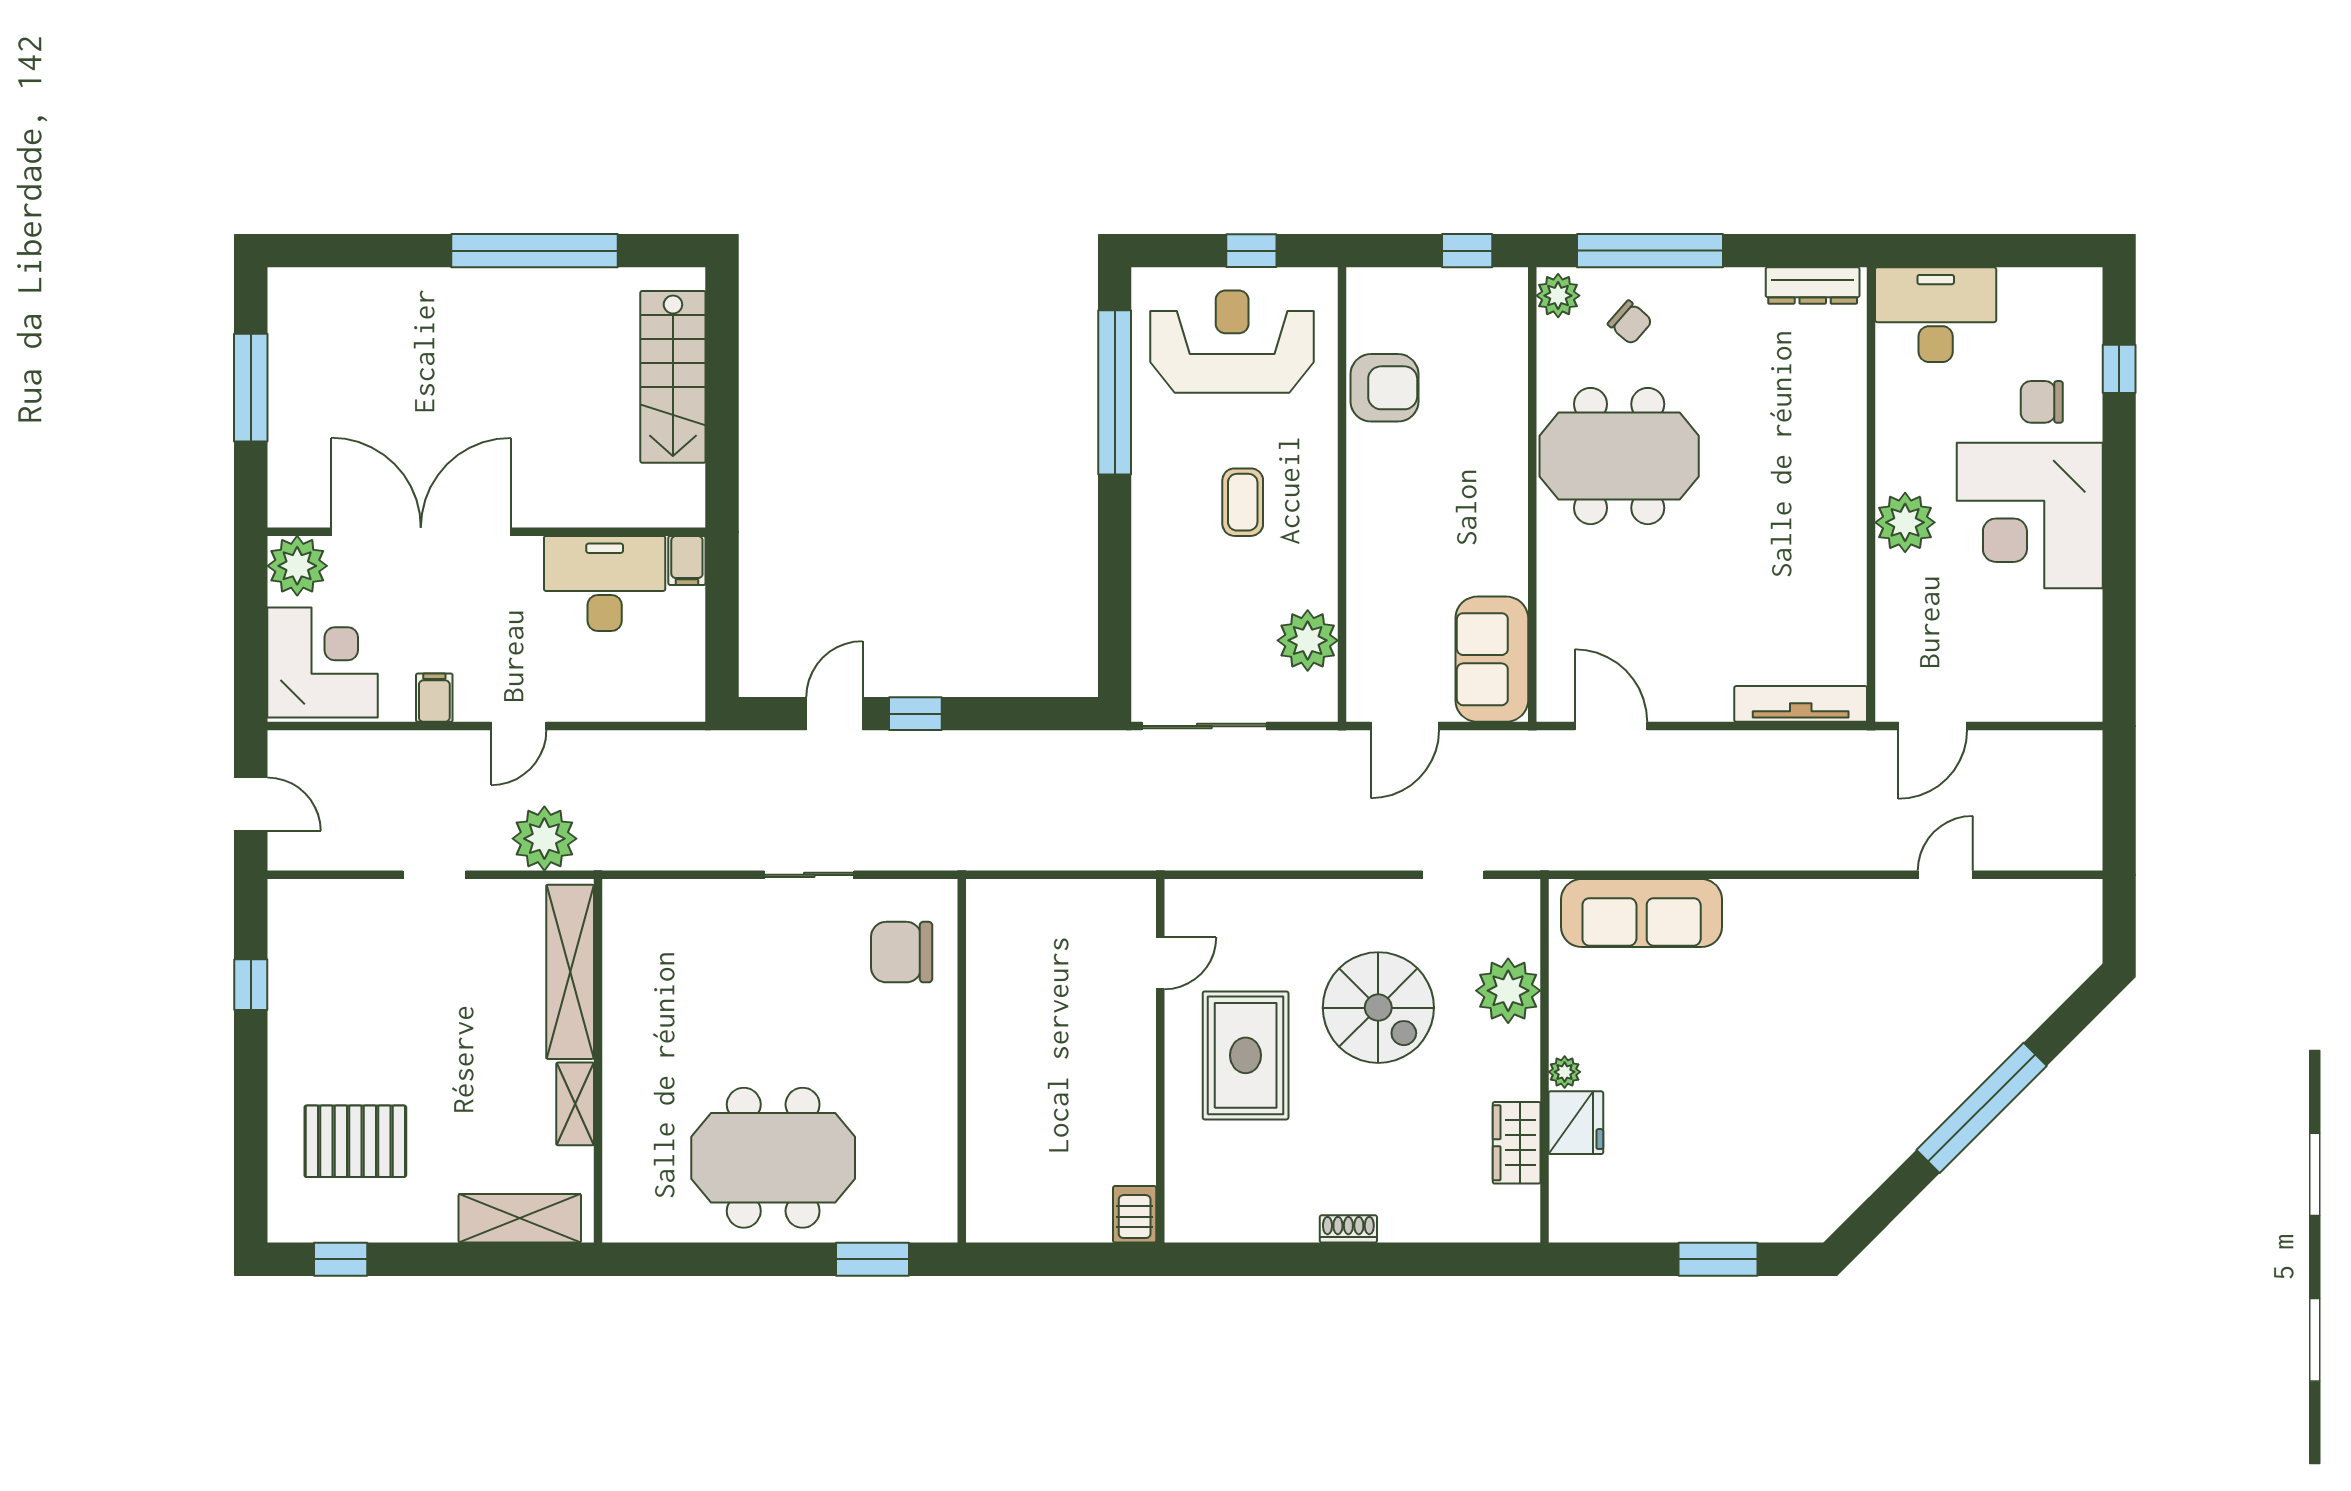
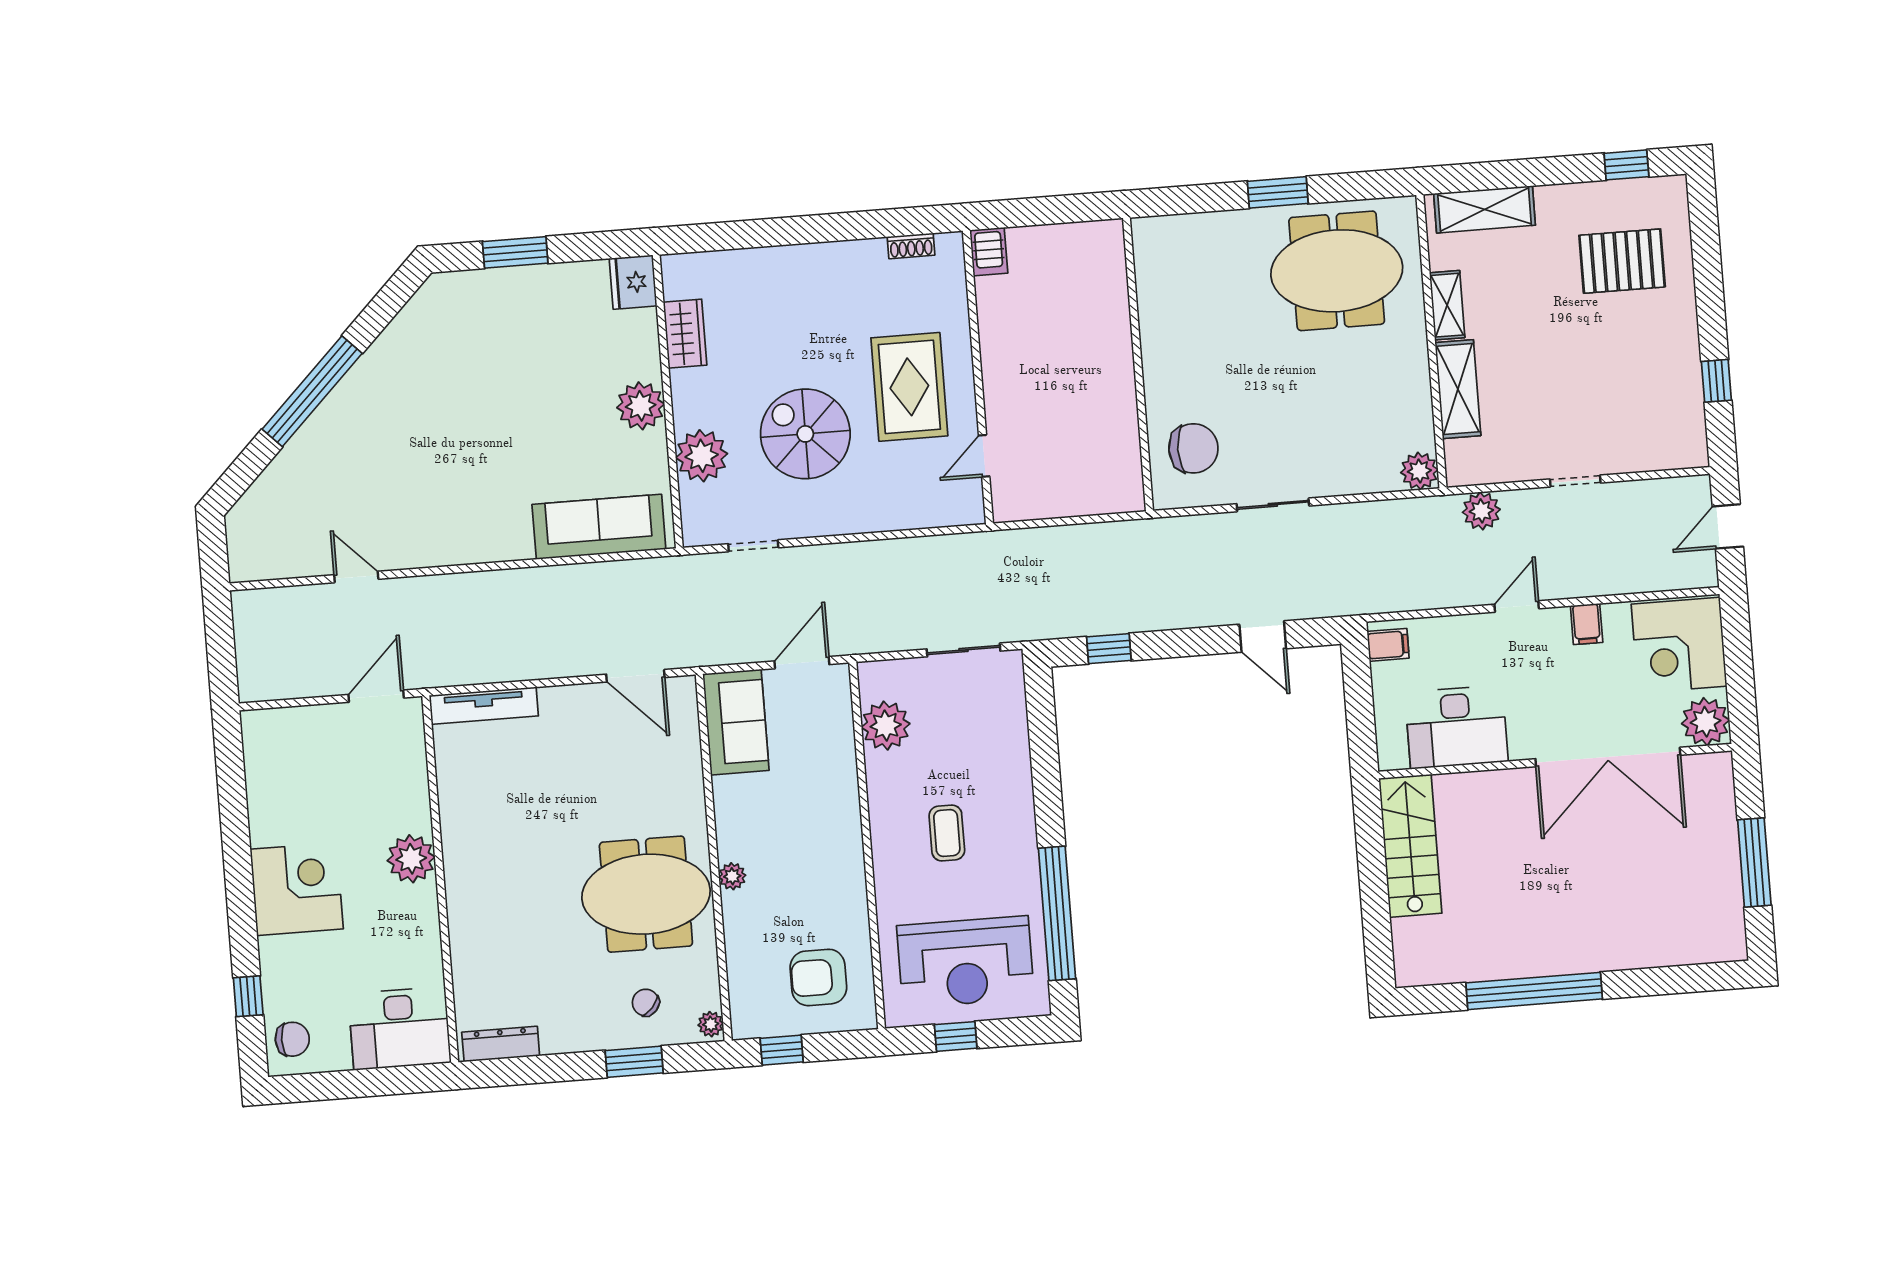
window: (1650, 251) -> (634, 1062), width x0.47
plant: (1558, 296) -> (711, 1024), width x0.73, depth x0.73
stairs: (673, 377) -> (1410, 846), moved
armchair: (1385, 388) -> (818, 977), moved
chair: (2042, 402) -> (292, 1039), moved
plant: (1511, 470) -> (732, 876), added
corner desk: (2030, 515) -> (297, 889), width x0.74, depth x0.74
filing cabinet: (687, 561) -> (1388, 645), moved, turned 90
door: (834, 714) -> (1263, 636), hinge flipped
window: (915, 714) -> (1109, 649), moved
sliding door: (1204, 726) -> (964, 650), width x0.73
door: (251, 804) -> (1728, 526), hinge flipped
plant: (544, 839) -> (1481, 511), width x0.73, depth x0.73
door: (1945, 875) -> (356, 577), swing flipped
plant: (625, 902) -> (1419, 471), added
shelving: (570, 972) -> (1458, 389), width x0.68
plant: (1565, 1072) -> (641, 406), width x1.88, depth x1.88
fridge: (1576, 1123) -> (633, 282), moved
meeting table: (773, 1158) -> (1337, 271), moved
shoe rack: (1348, 1229) -> (911, 246), moved
window: (872, 1259) -> (1278, 192), moved

